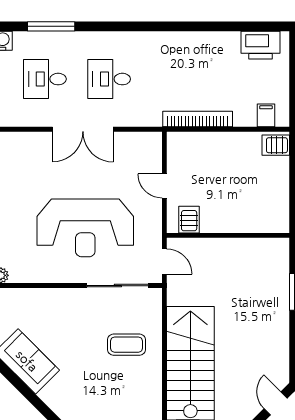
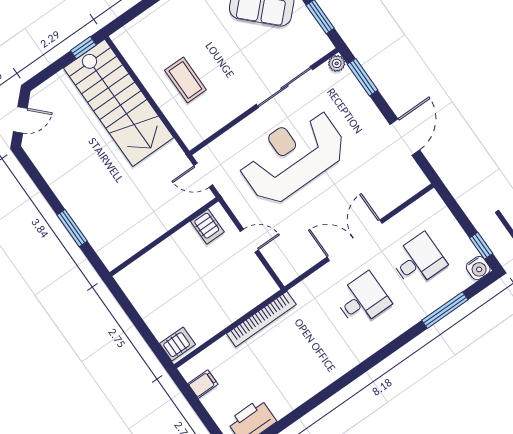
filing cabinet: (266, 115) -> (203, 384), moved, turned -90
sliding door: (118, 286) -> (284, 87), moved
coffee table: (126, 345) -> (185, 80), turned 90
door: (276, 403) -> (20, 120), hinge flipped

